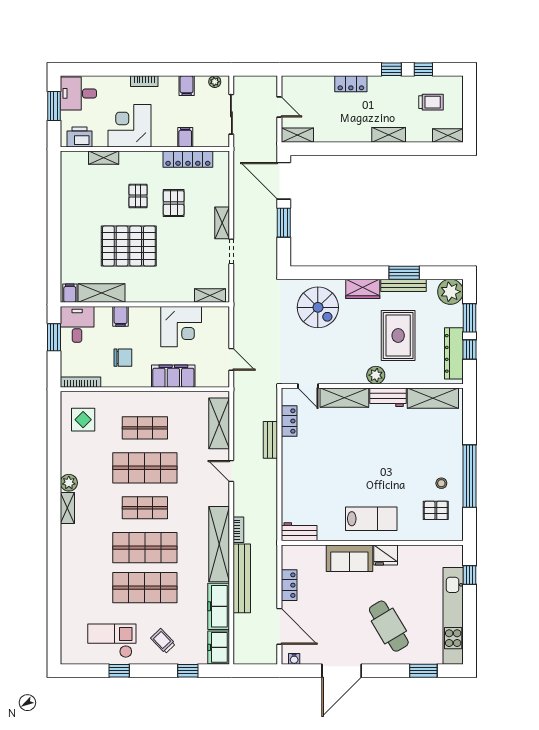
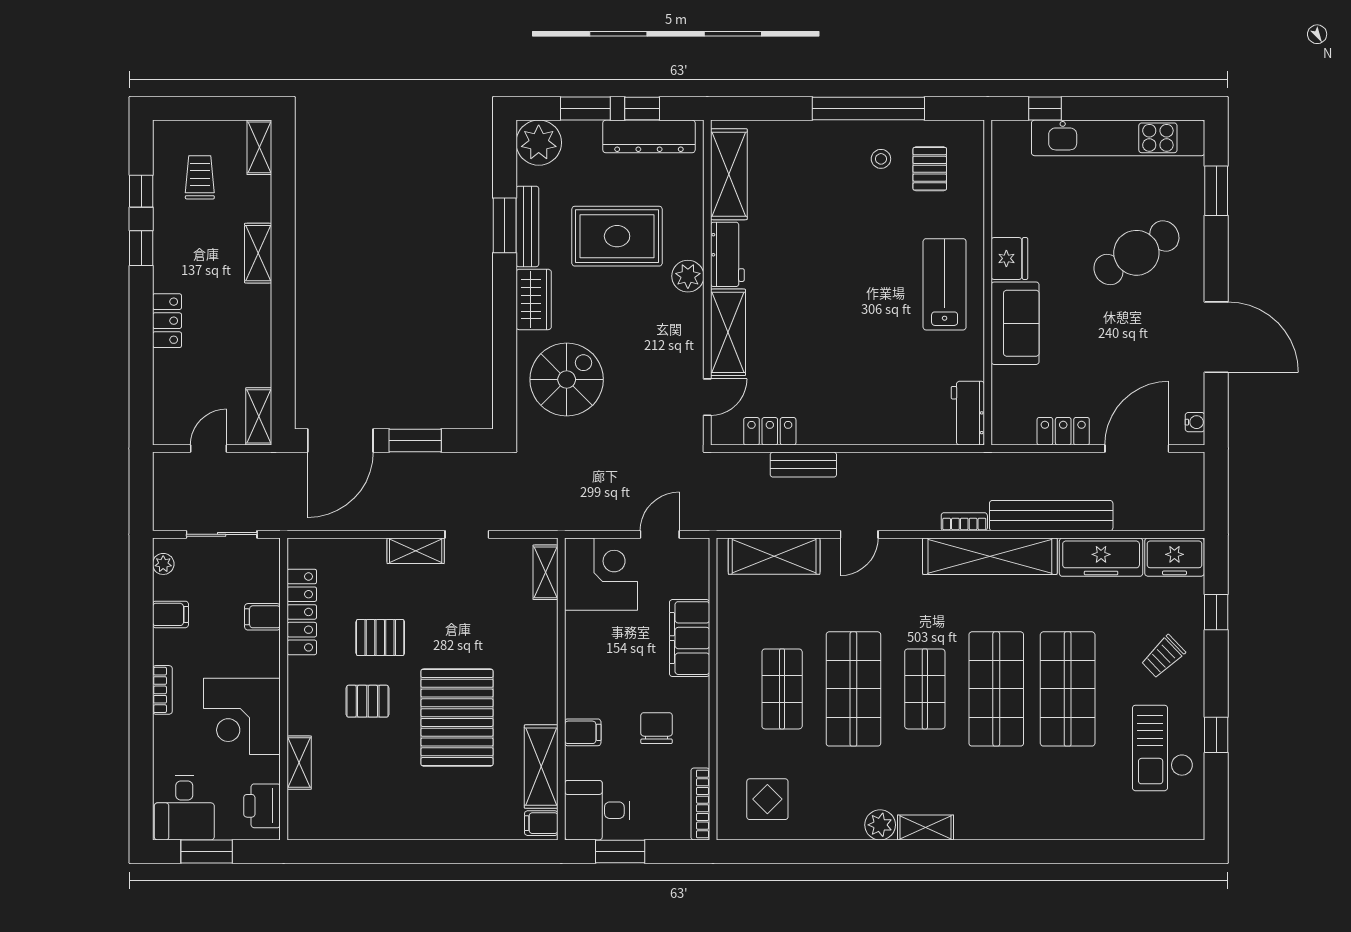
corner desk: (181, 327) -> (601, 574), moved

